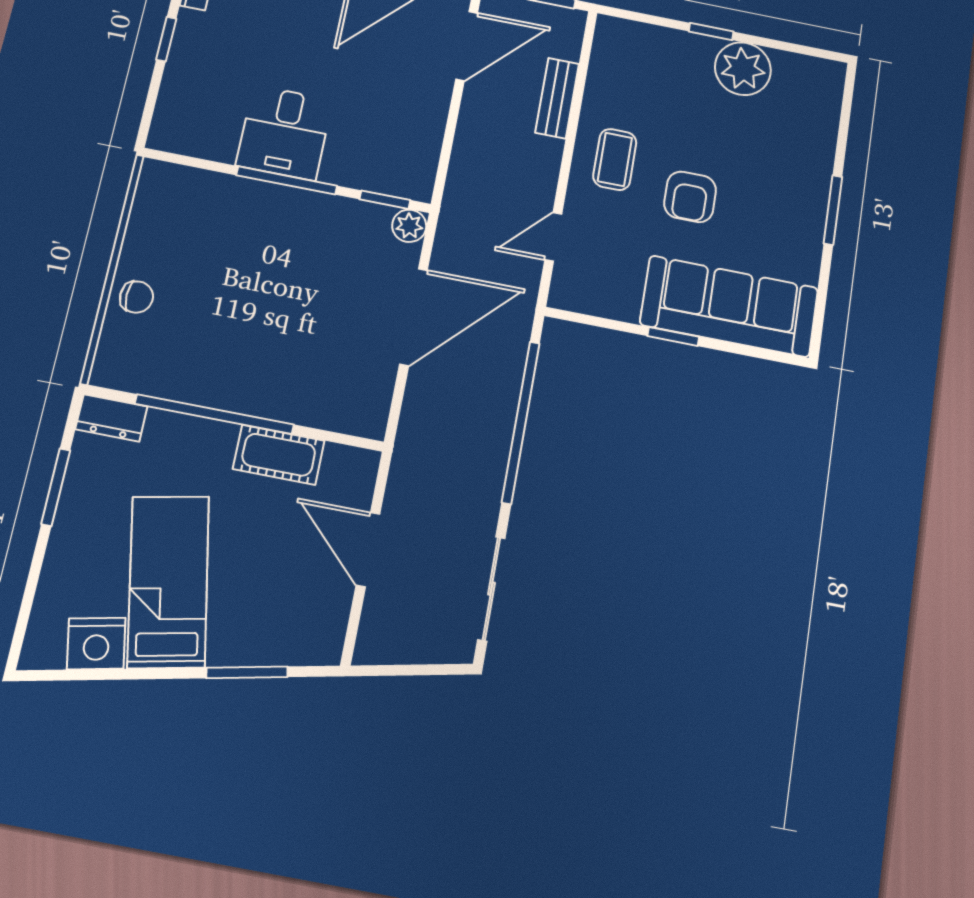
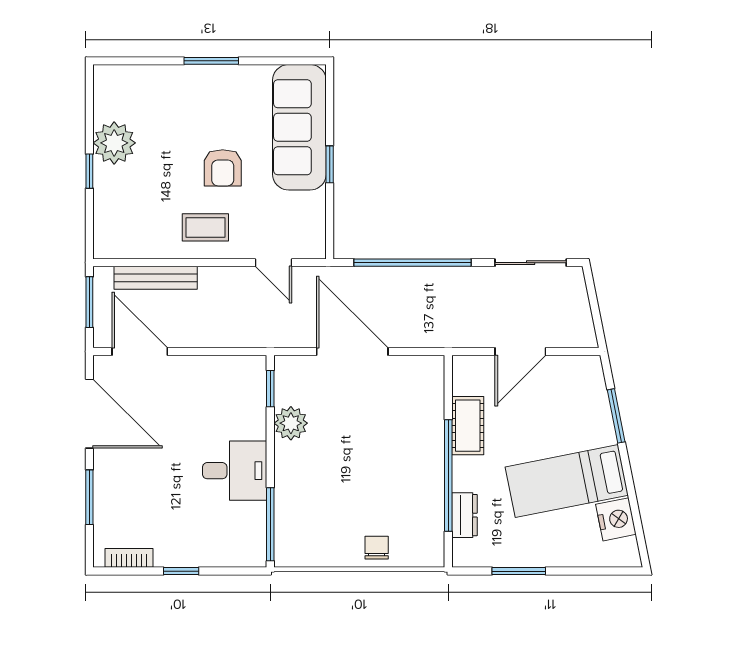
bench: (557, 98) -> (156, 278), width x1.36
window: (287, 180) -> (270, 524), moved
armchair: (690, 197) -> (223, 168), turned 90
plant: (409, 226) -> (291, 423), moved, width x1.38, depth x1.38
dresser: (111, 418) -> (465, 515), moved

